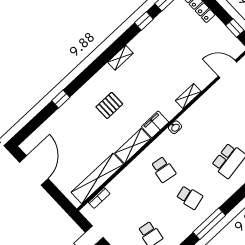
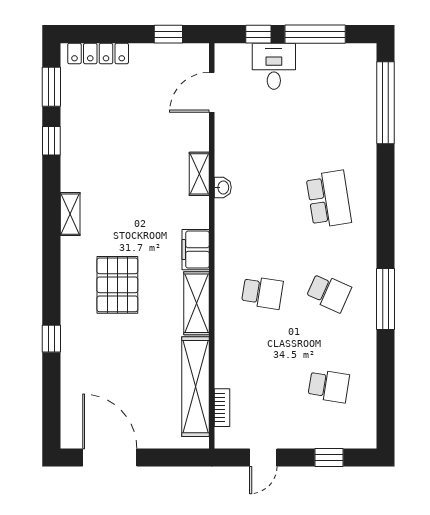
pallet: (109, 105) -> (117, 285), width x1.50, depth x1.42
washbasin: (175, 127) -> (223, 187), moved
school desk: (189, 197) -> (329, 293), turned 39

